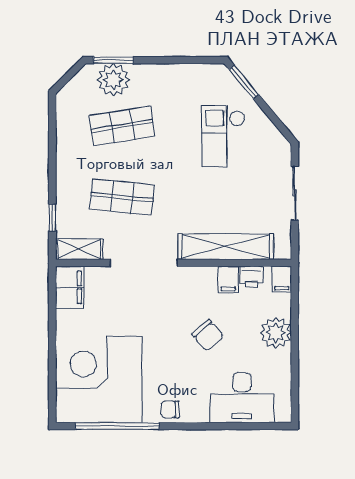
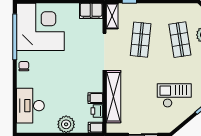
chair: (208, 335) -> (65, 87), removed

